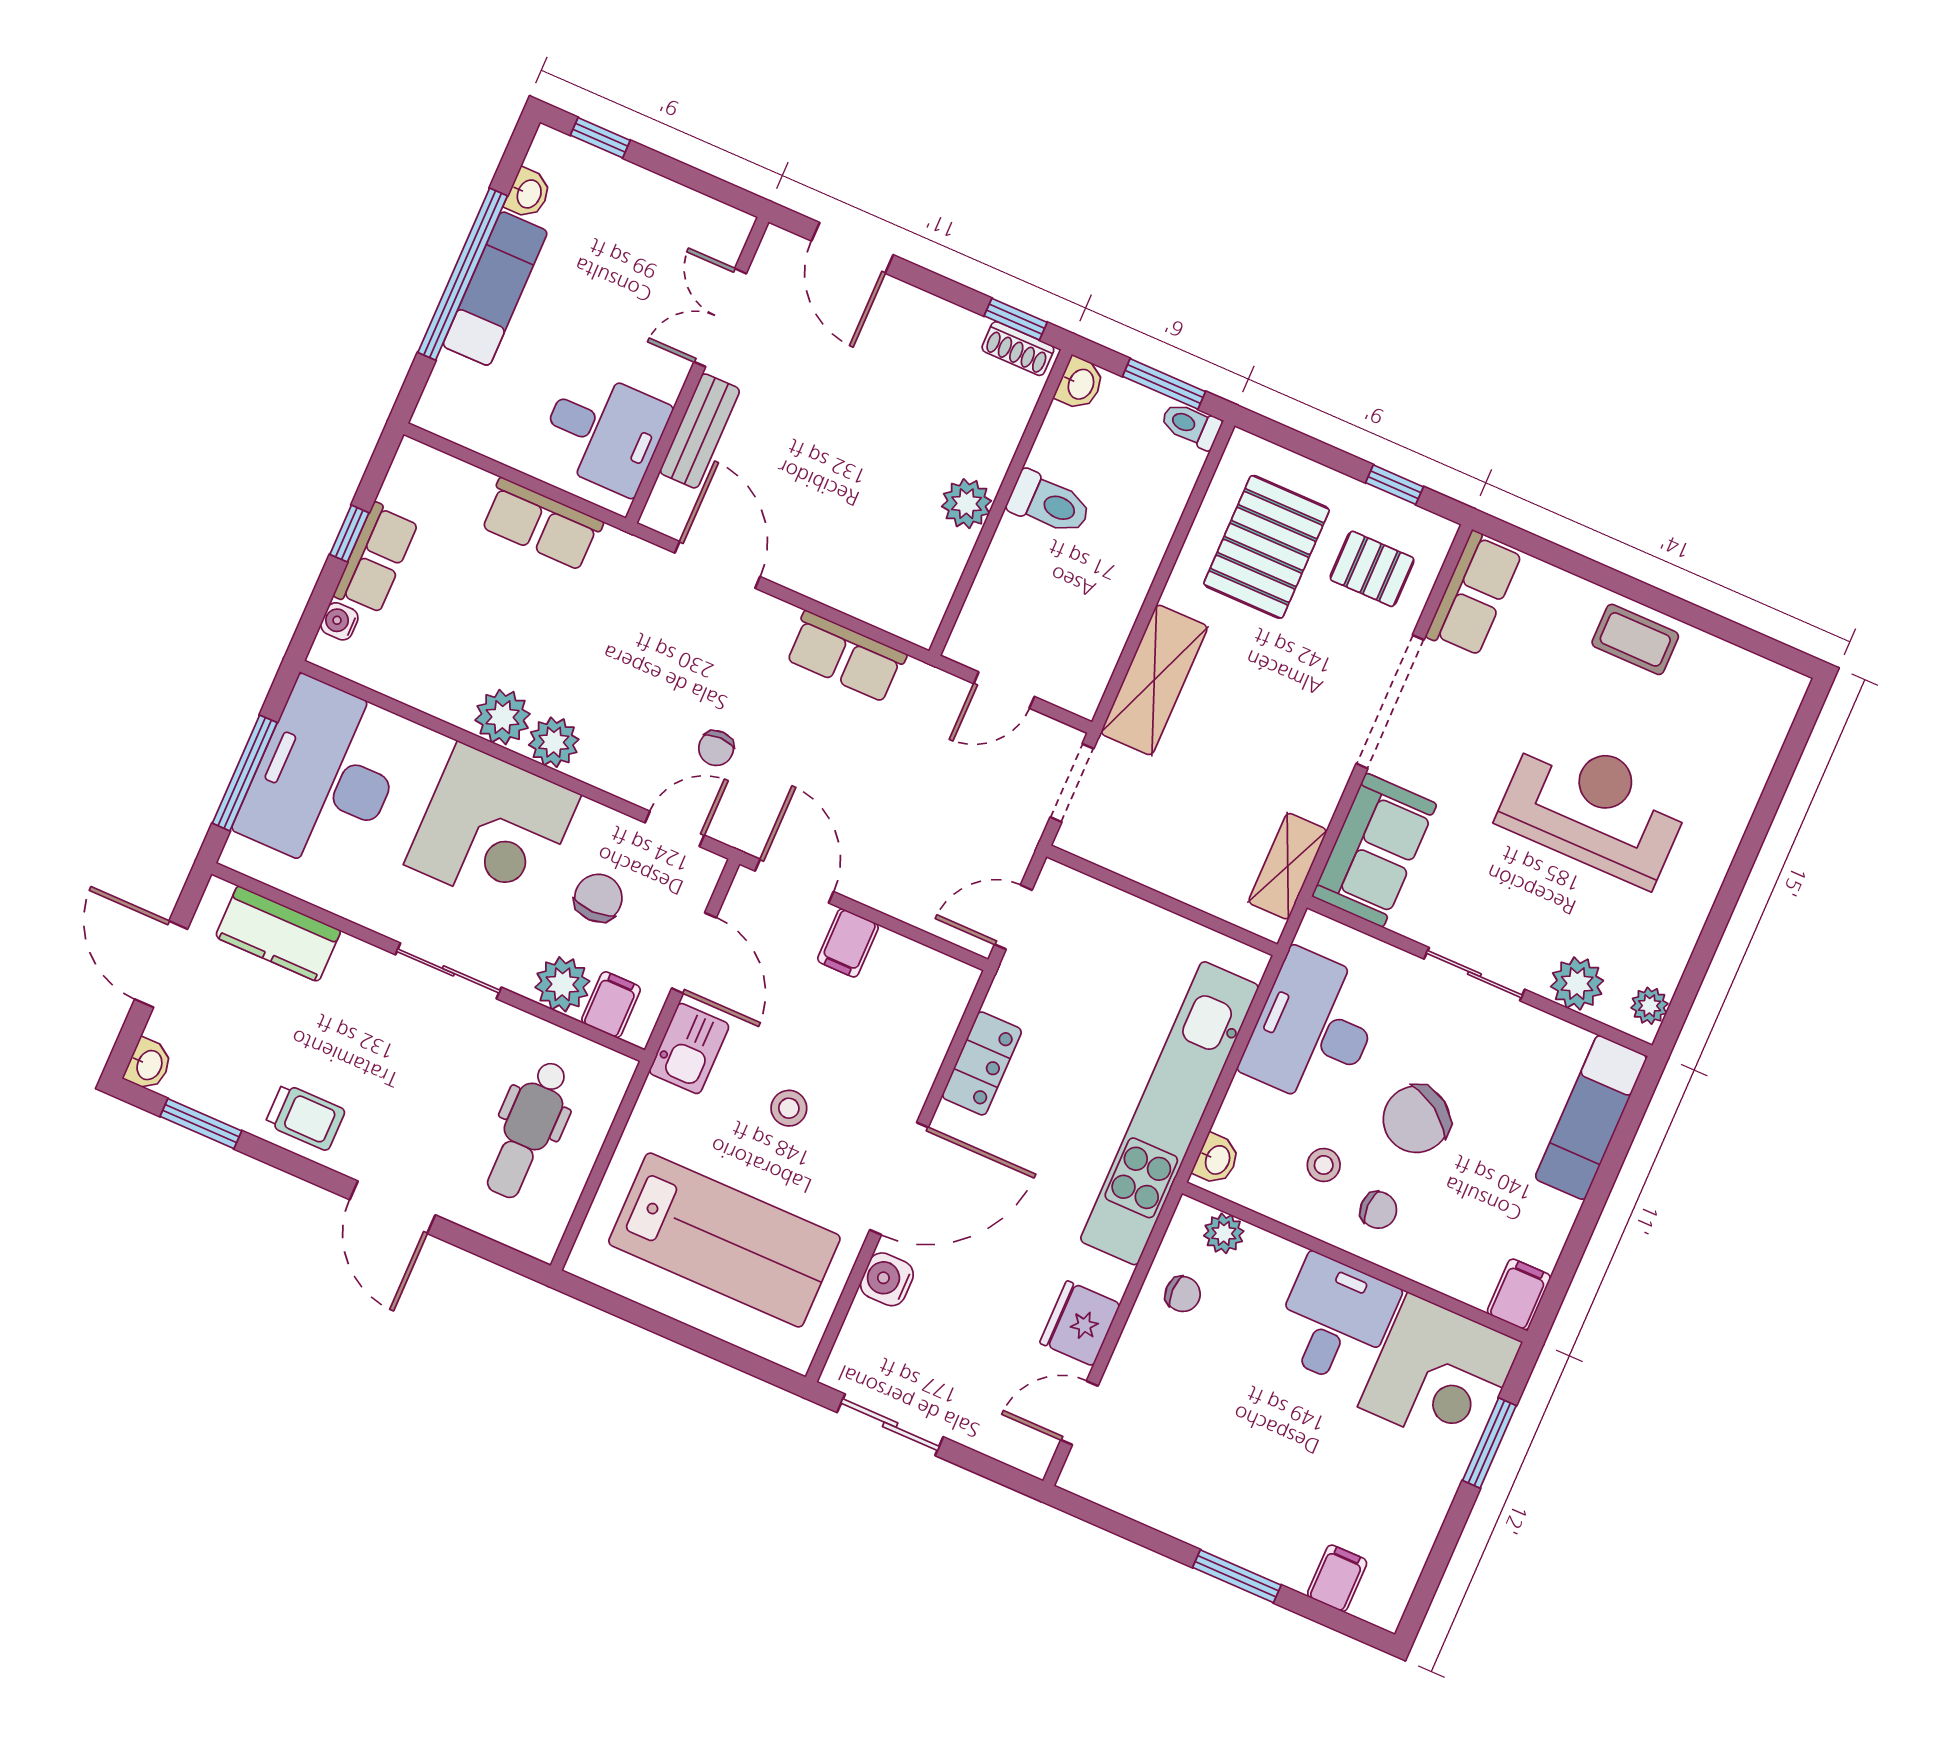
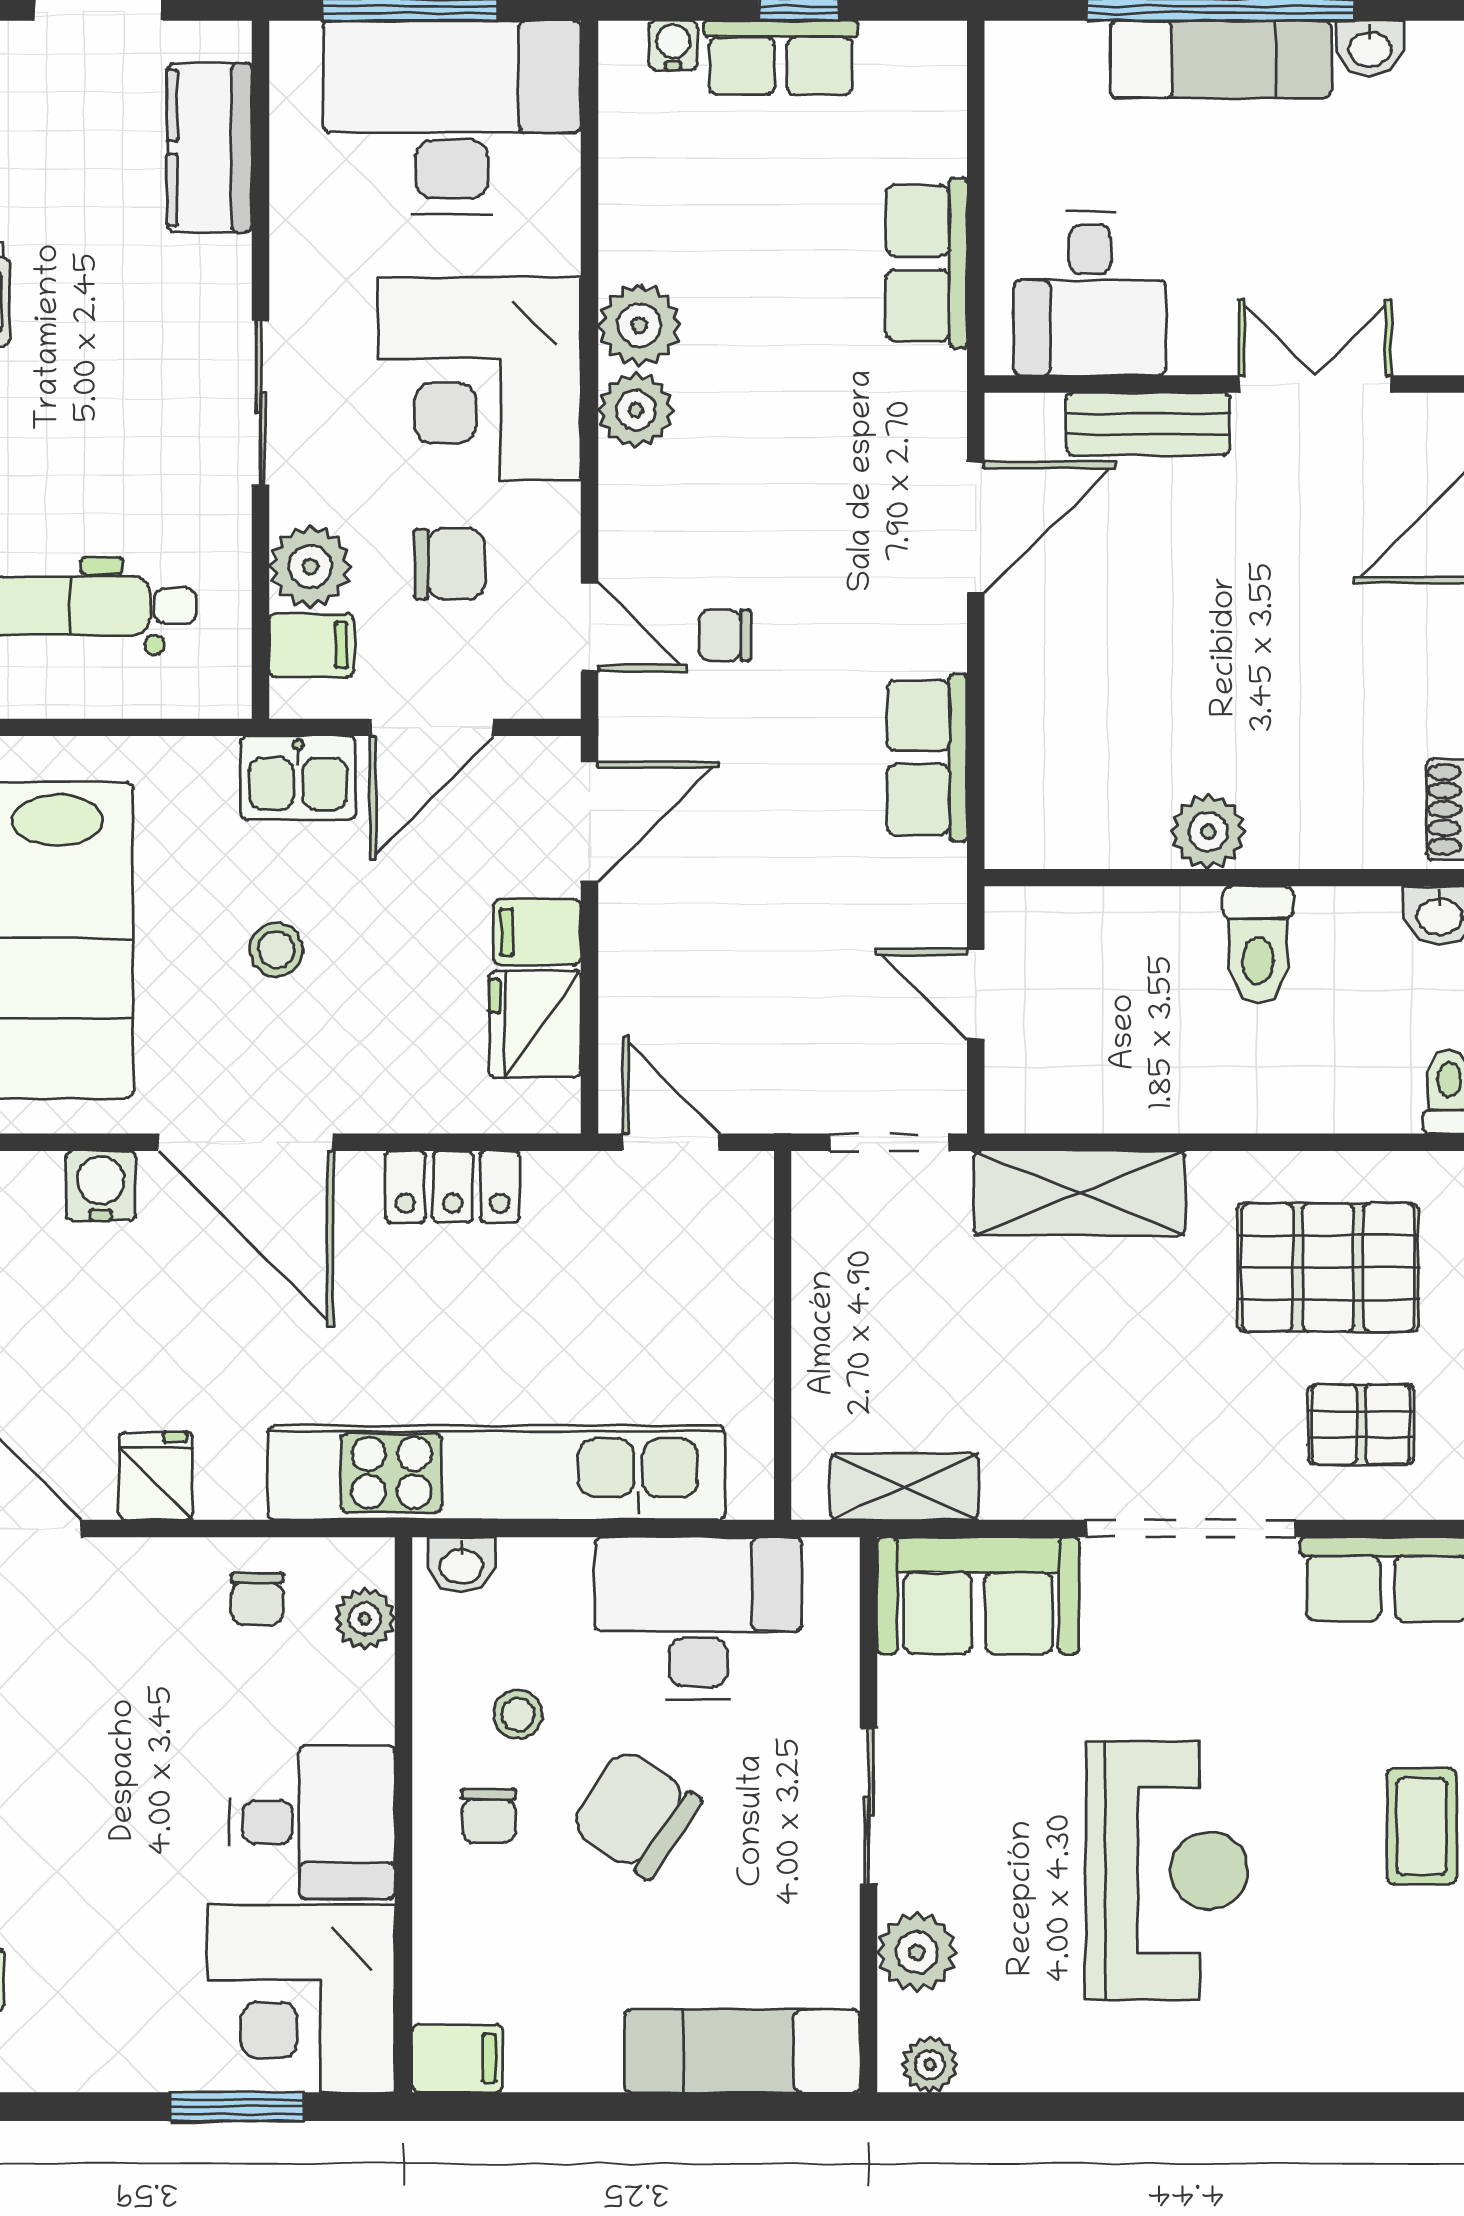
pallet: (1372, 569) -> (1361, 1425), turned 90
fridge: (904, 969) -> (535, 1024), added
fridge: (1080, 1323) -> (156, 1476), width x0.72

